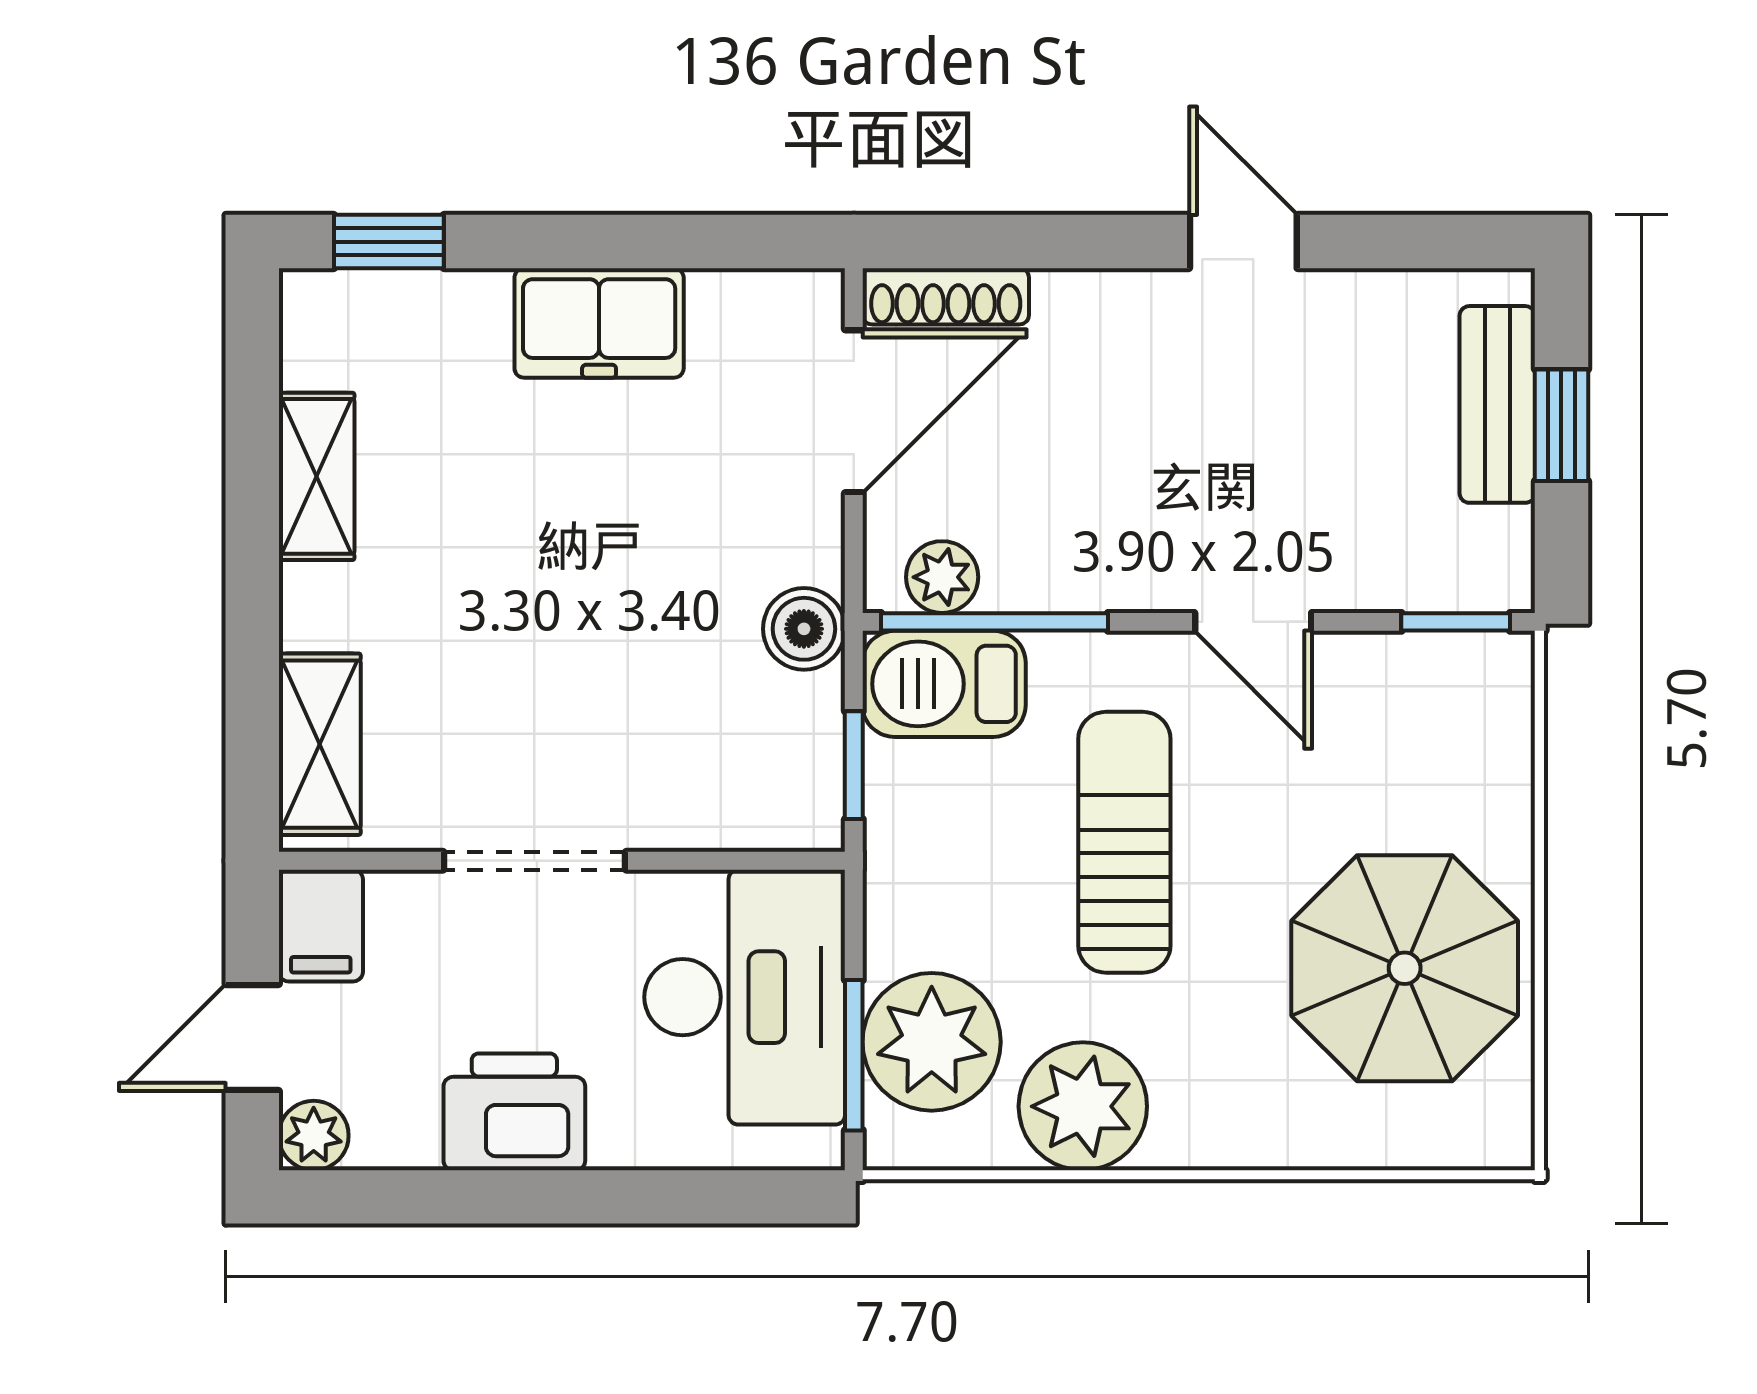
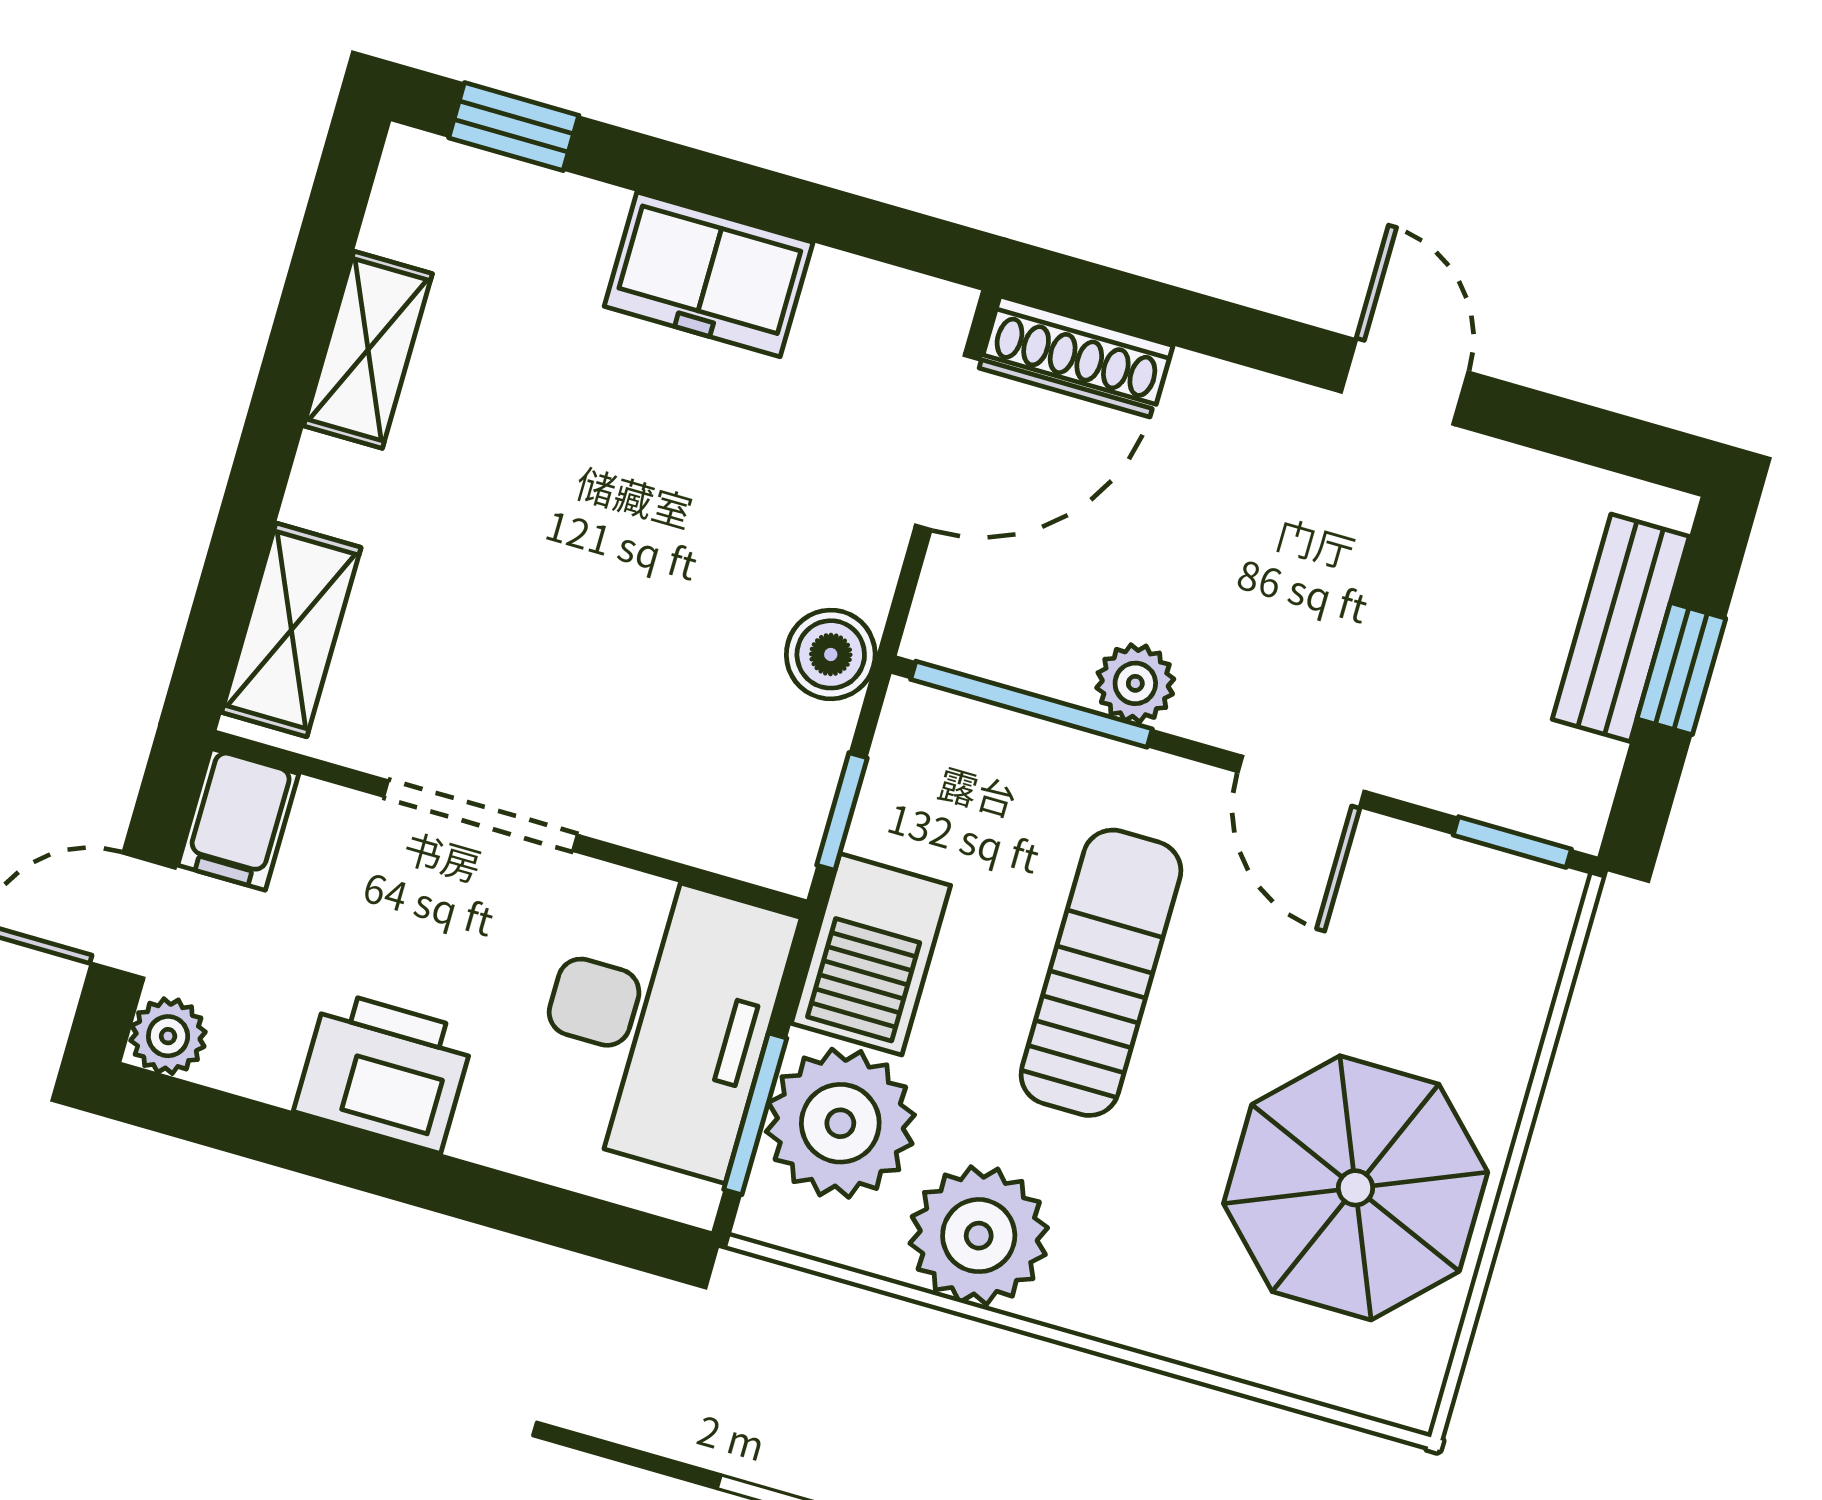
plant: (942, 577) -> (1135, 683), moved
barbecue: (944, 684) -> (871, 954), moved, turned -90

